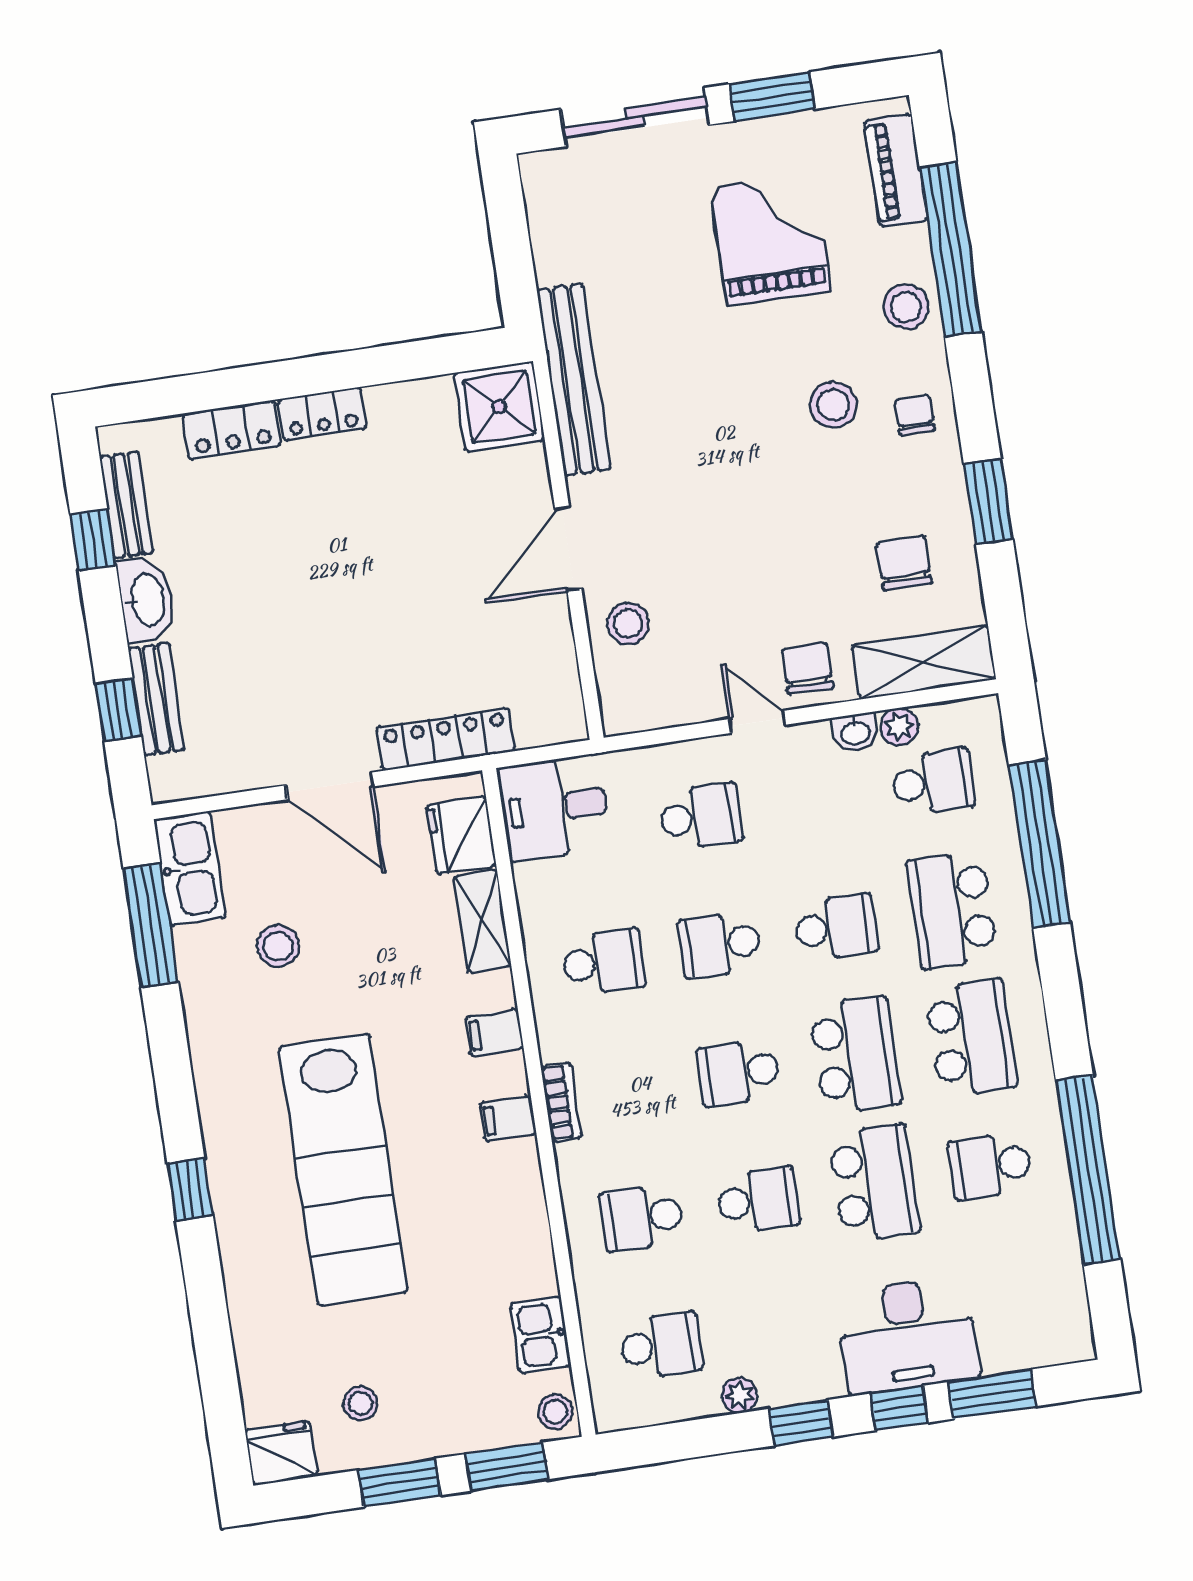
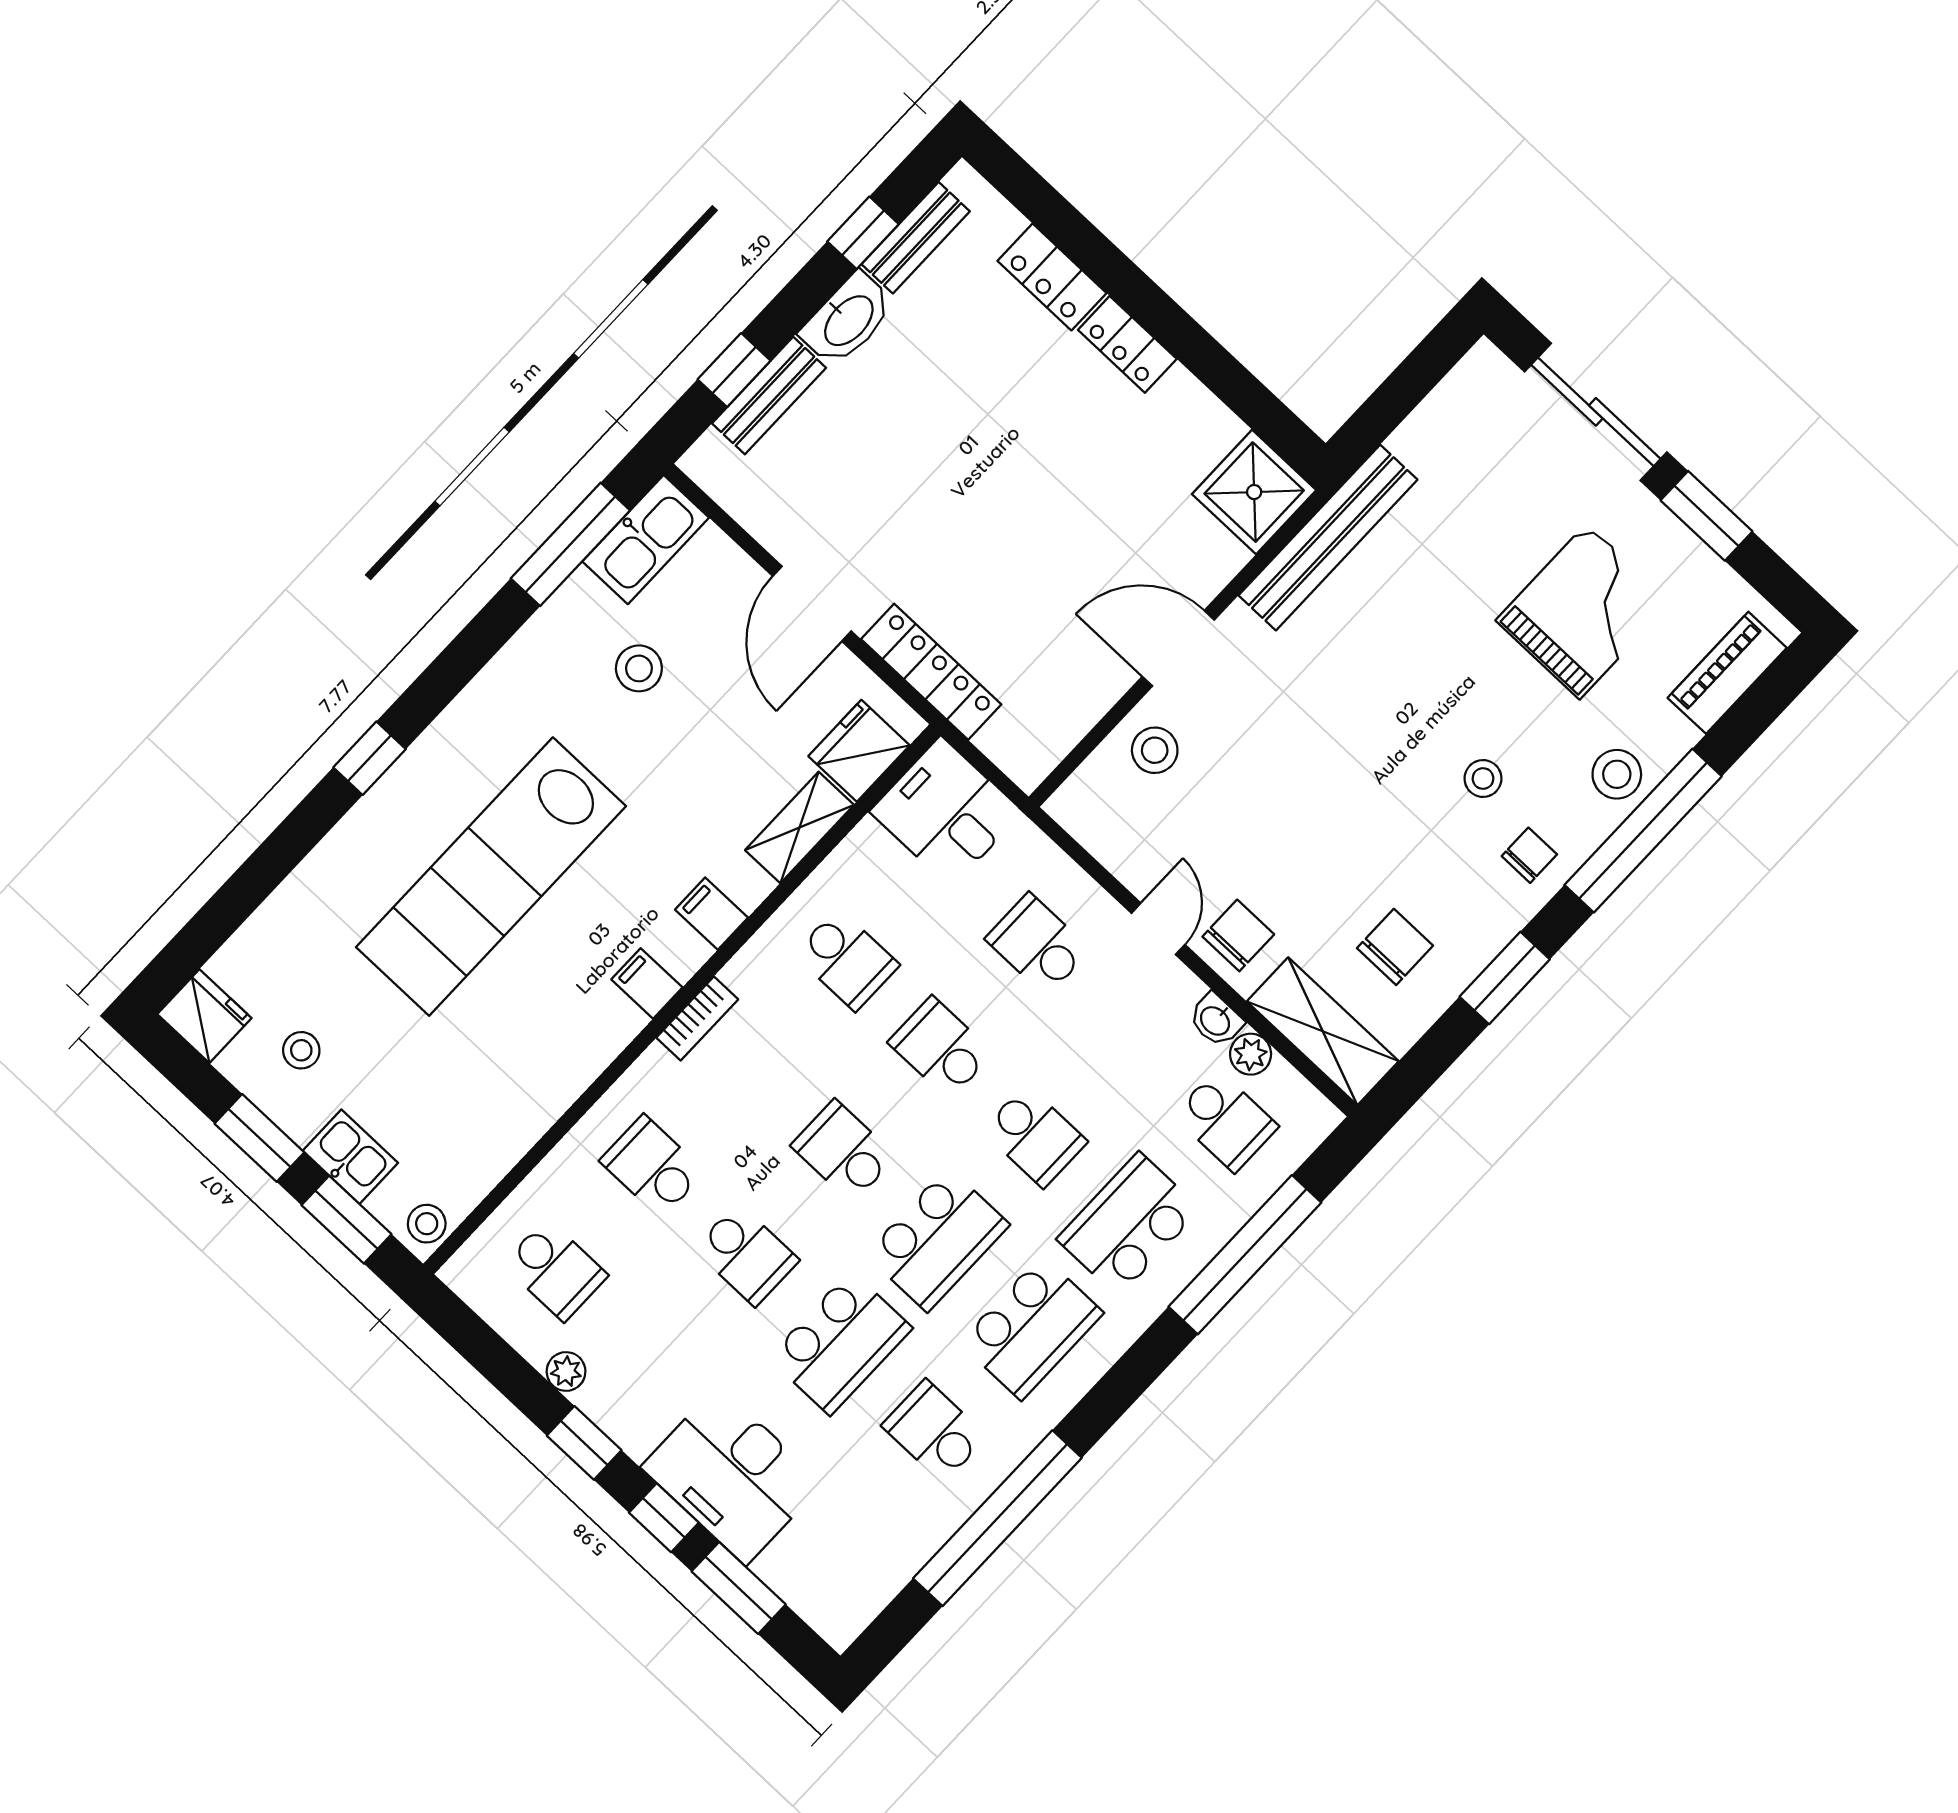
window: (951, 249) -> (1643, 831), moved
stool: (833, 405) -> (1483, 778), width x0.73, depth x0.73
school desk: (701, 817) -> (1038, 944), turned 180
kitchen sink: (541, 1335) -> (350, 1157), moved, turned 90

